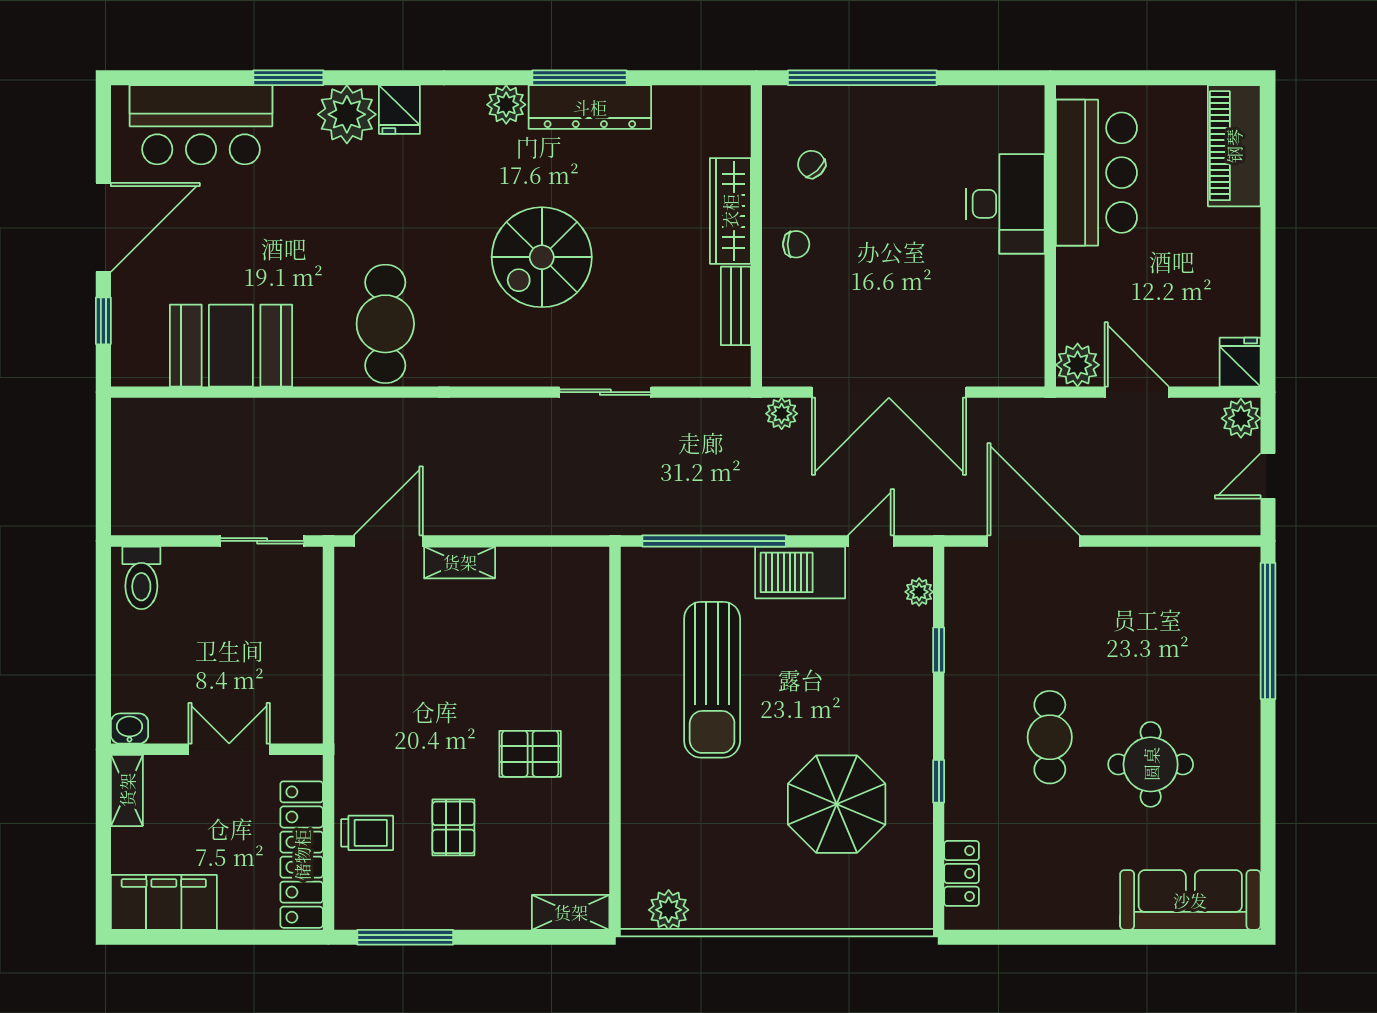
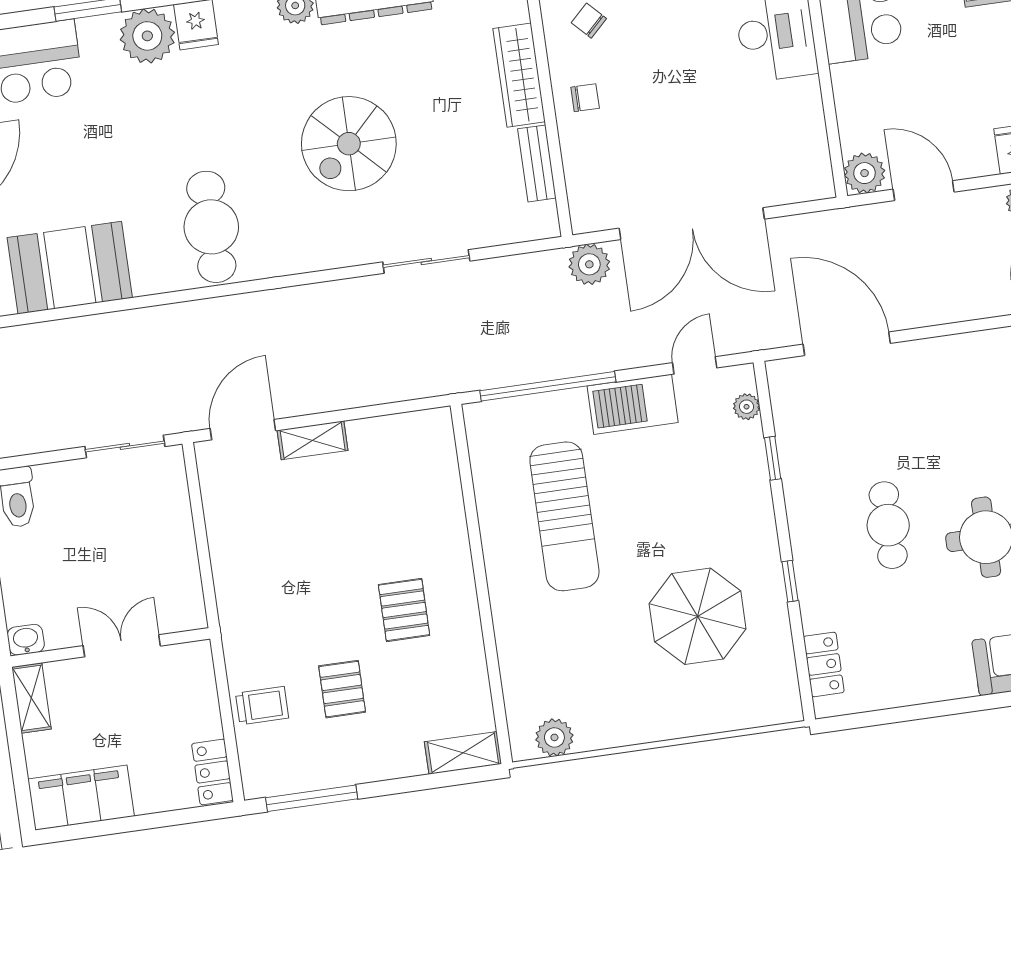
plant: (782, 414) -> (589, 264), width x1.38, depth x1.38
pallet: (530, 754) -> (404, 610), turned 90
locker: (302, 855) -> (212, 772), width x0.46, depth x0.83

